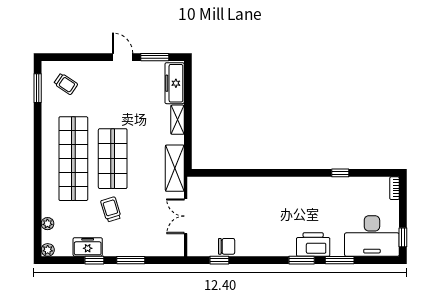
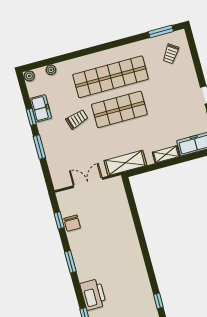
window: (302, 260) -> (70, 262), moved

